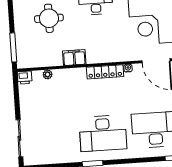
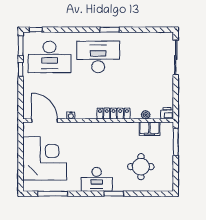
filing cabinet: (74, 58) -> (149, 129), moved
locker: (105, 72) -> (113, 114), moved

